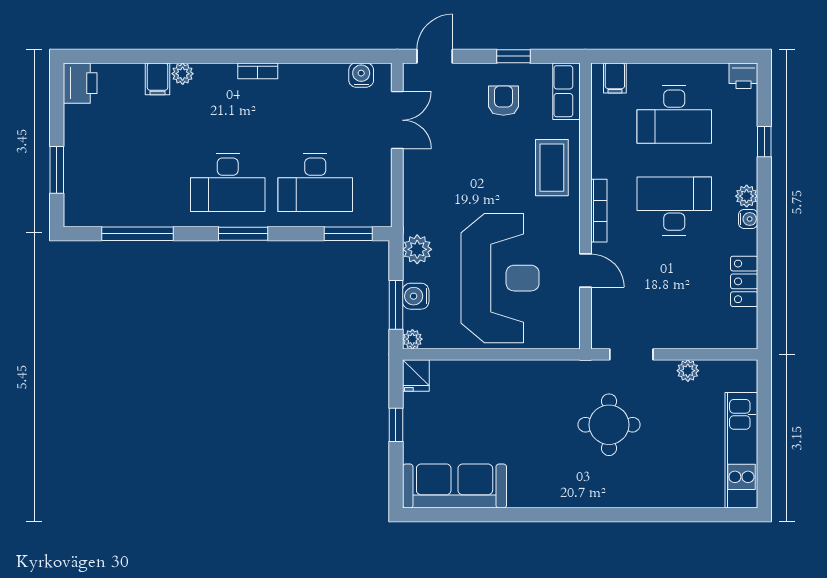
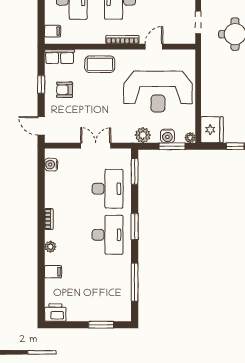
plant: (183, 74) -> (50, 247), moved
double door: (397, 120) -> (96, 146), moved
reception desk: (500, 278) -> (158, 92), turned 180
fridge: (416, 375) -> (212, 130), width x1.88, depth x1.34

